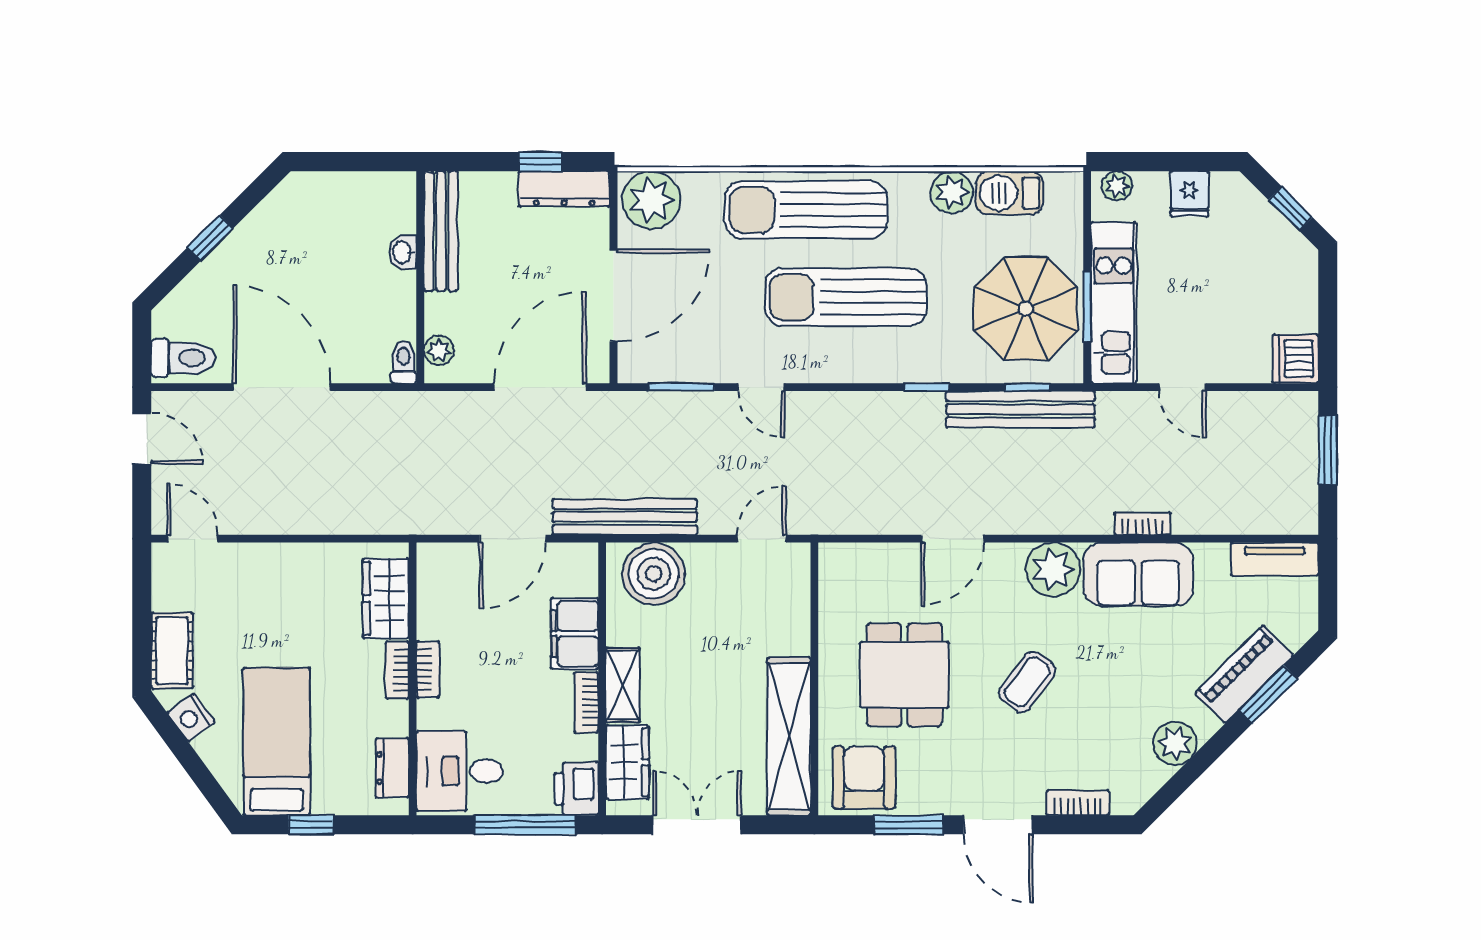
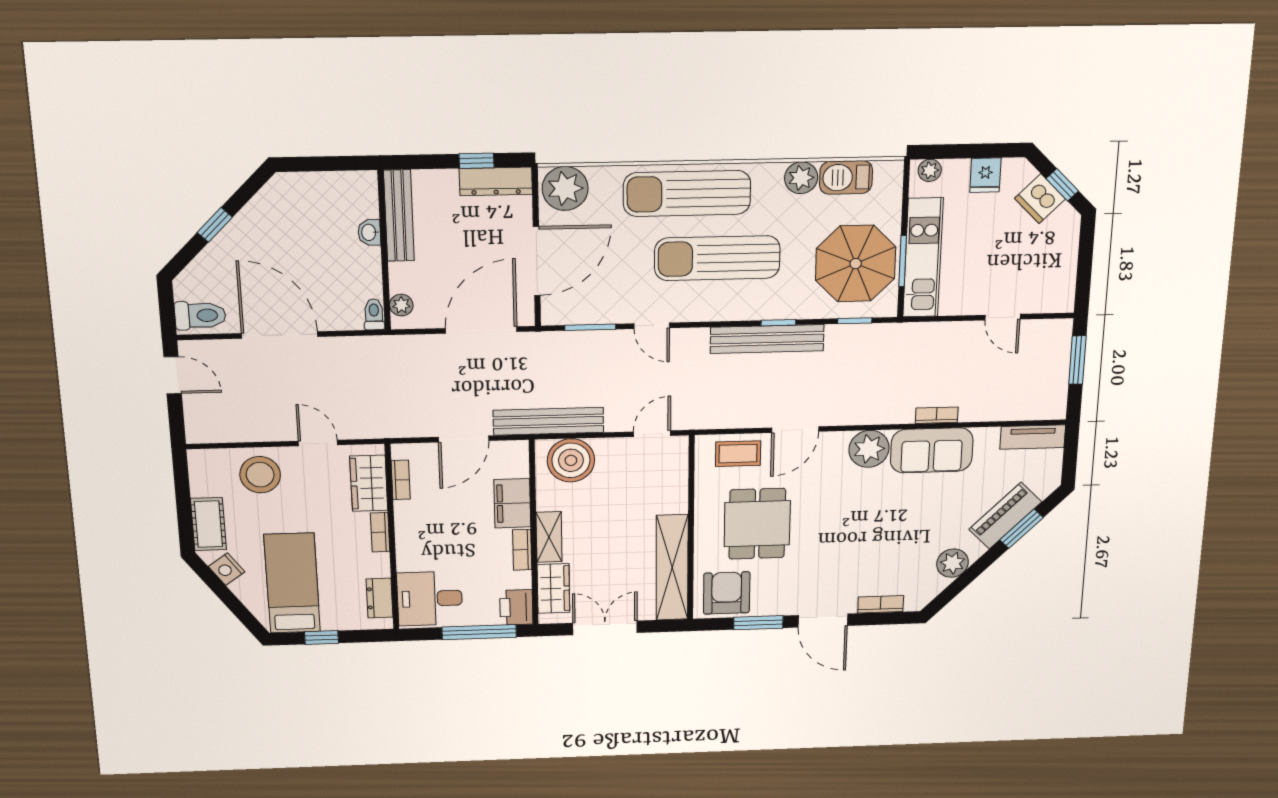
dishwasher: (1295, 359) -> (1040, 199), moved, turned -45
door: (1182, 387) -> (1003, 317), moved
bench: (1020, 409) -> (767, 339), moved
door: (193, 539) -> (318, 443), moved
stool: (244, 581) -> (260, 475), added
bookcase: (428, 670) -> (401, 480), moved
coffee table: (1027, 682) -> (738, 454), moved, turned 53

